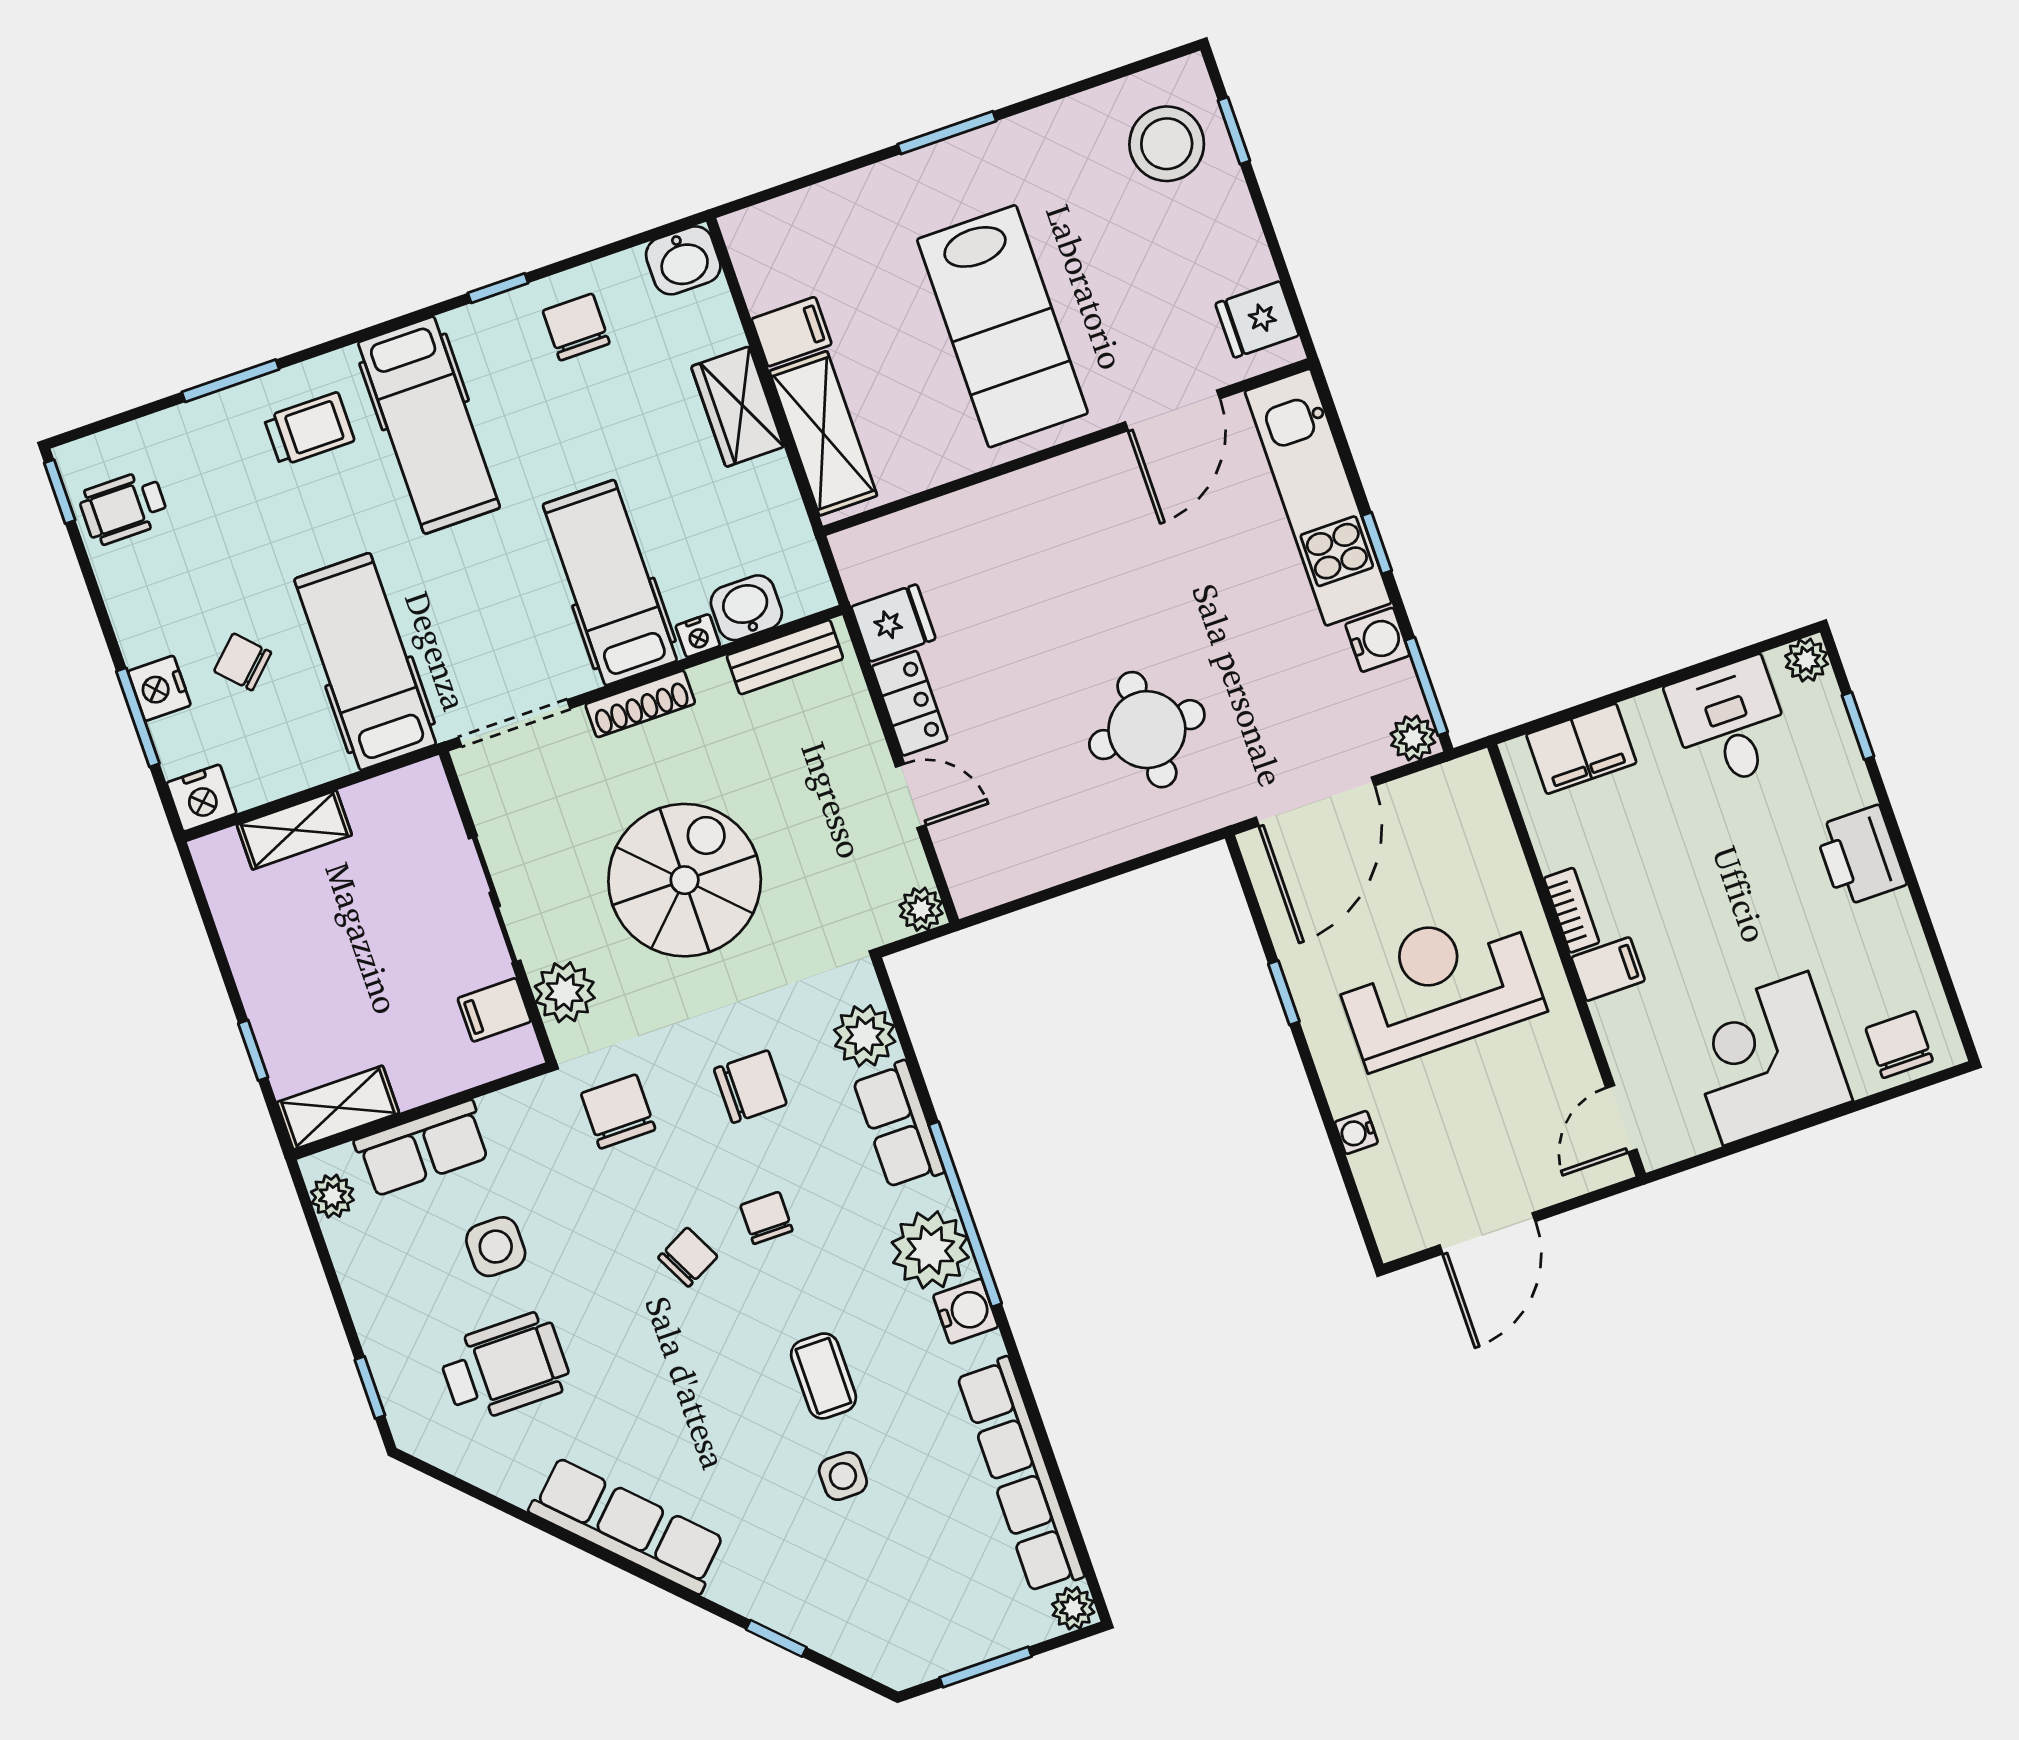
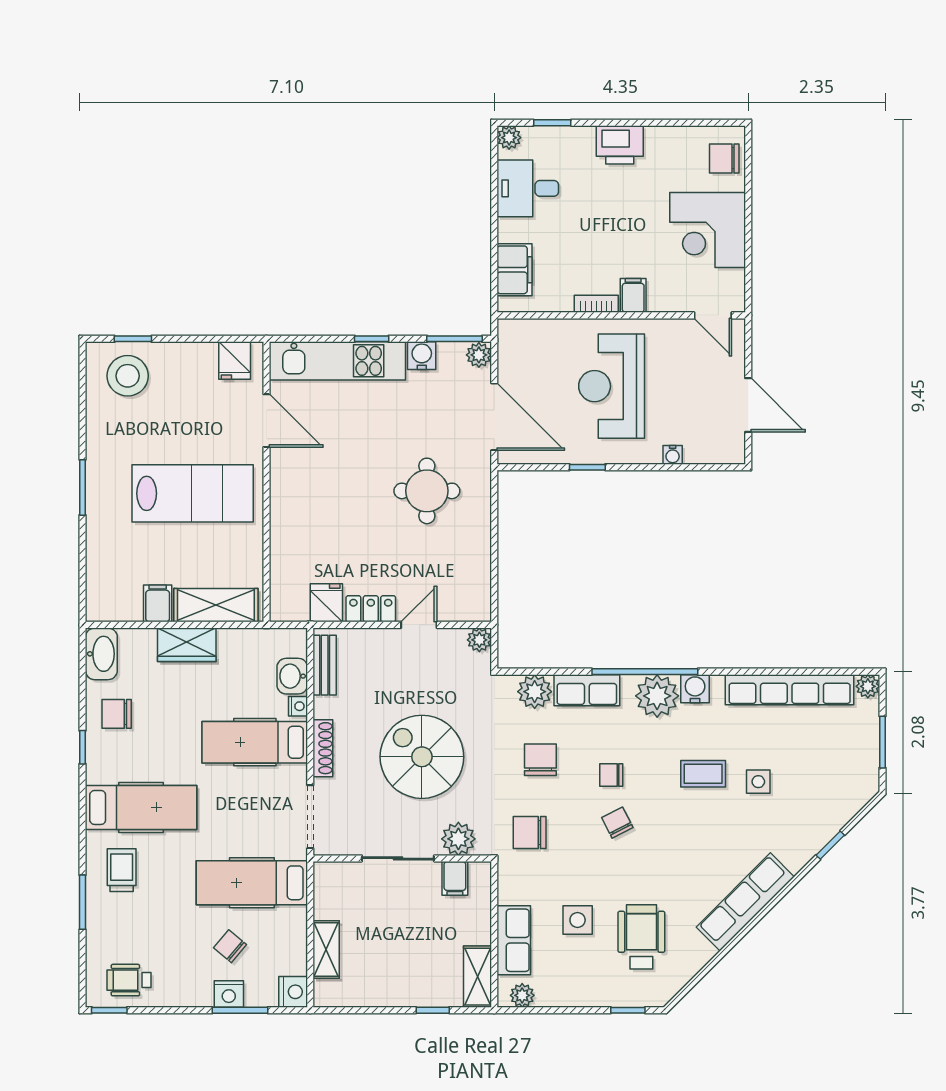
washbasin: (683, 260) -> (101, 654), width x1.38
wheelchair: (124, 508) -> (129, 980), turned 90
chair: (243, 662) -> (230, 946), turned 84

